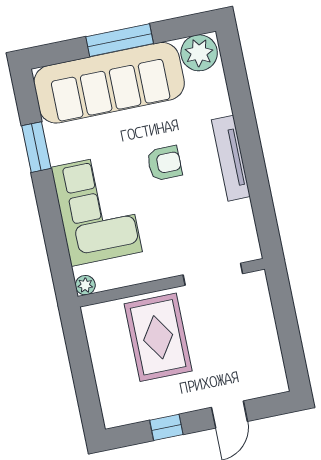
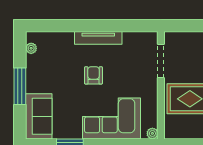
plant: (199, 53) -> (31, 48), width x0.53, depth x0.53
sofa: (109, 83) -> (39, 116), width x0.54, depth x0.79

